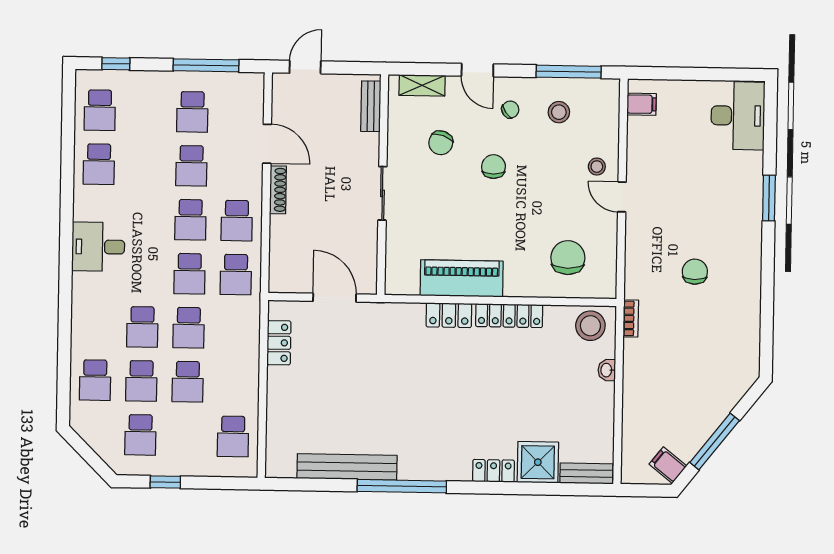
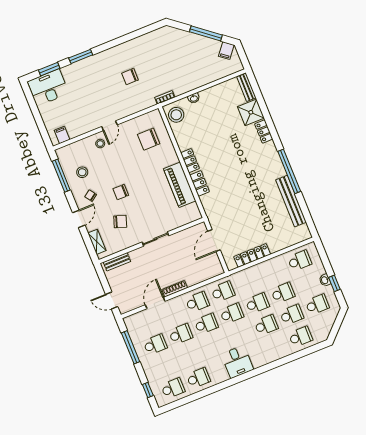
window: (770, 131) -> (49, 69), added
locker: (509, 316) -> (190, 161), width x0.66
locker: (279, 343) -> (252, 255), width x1.53
washbasin: (178, 467) -> (325, 280), added

